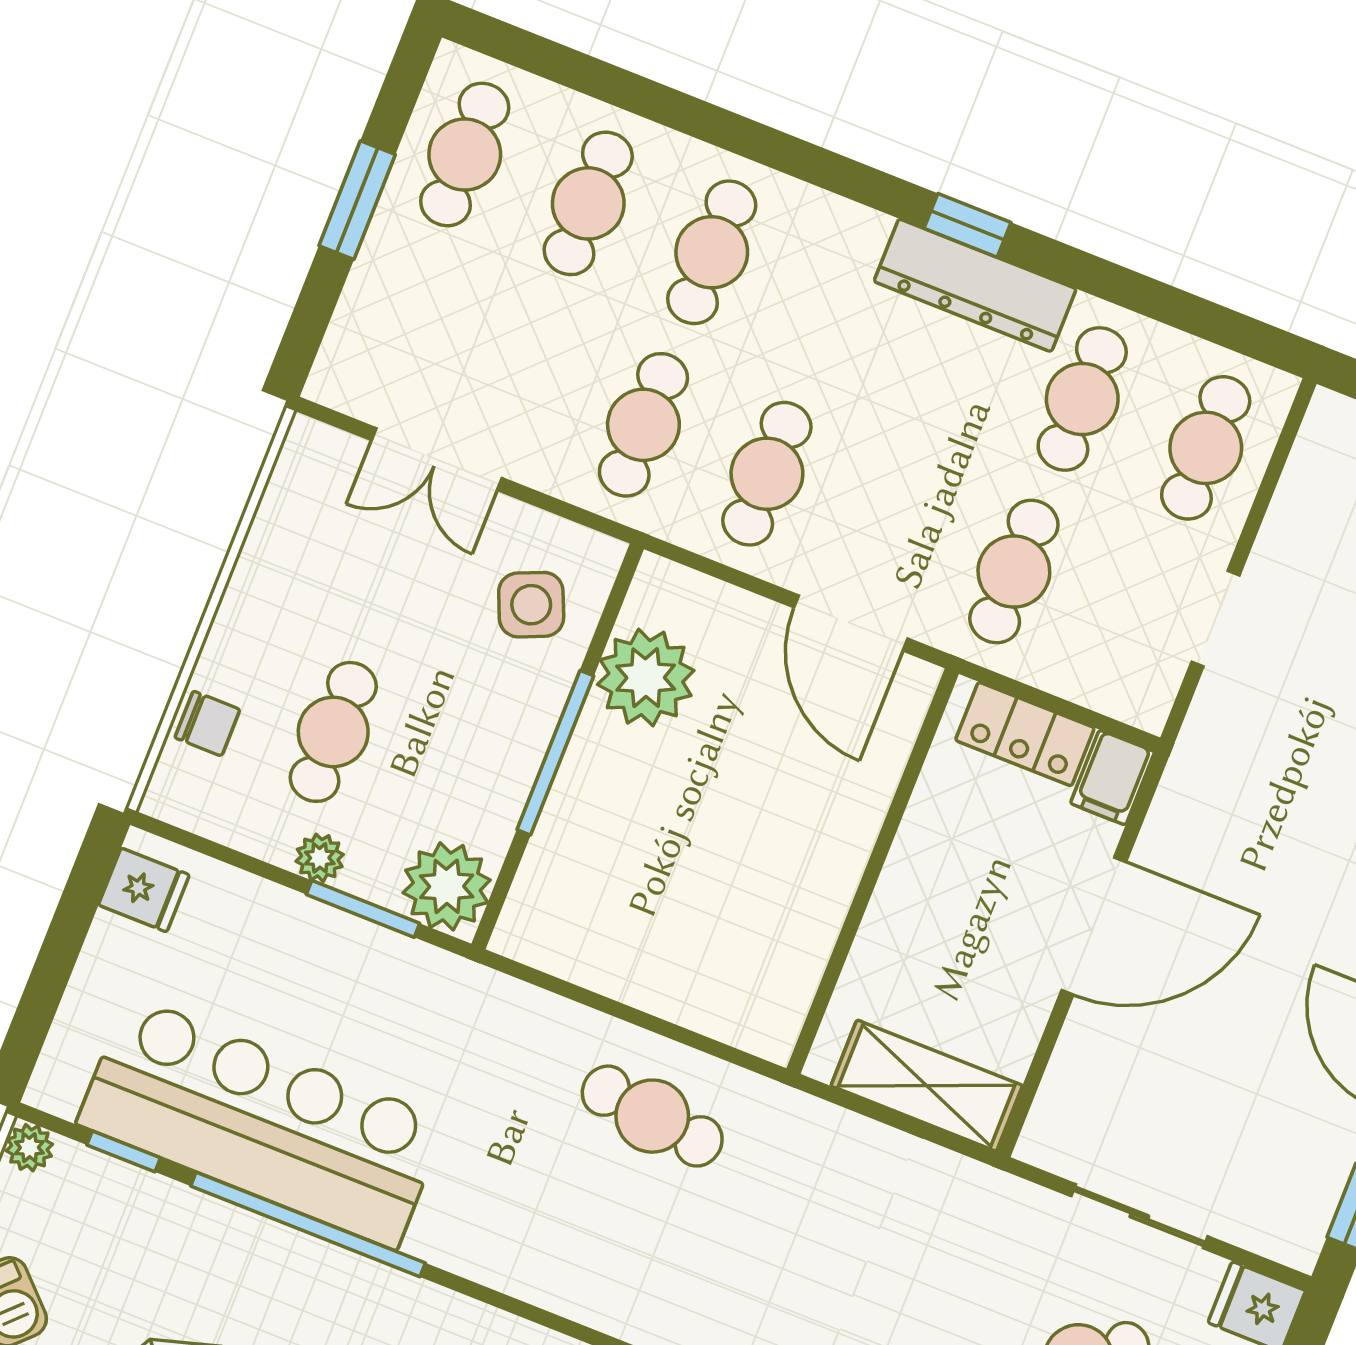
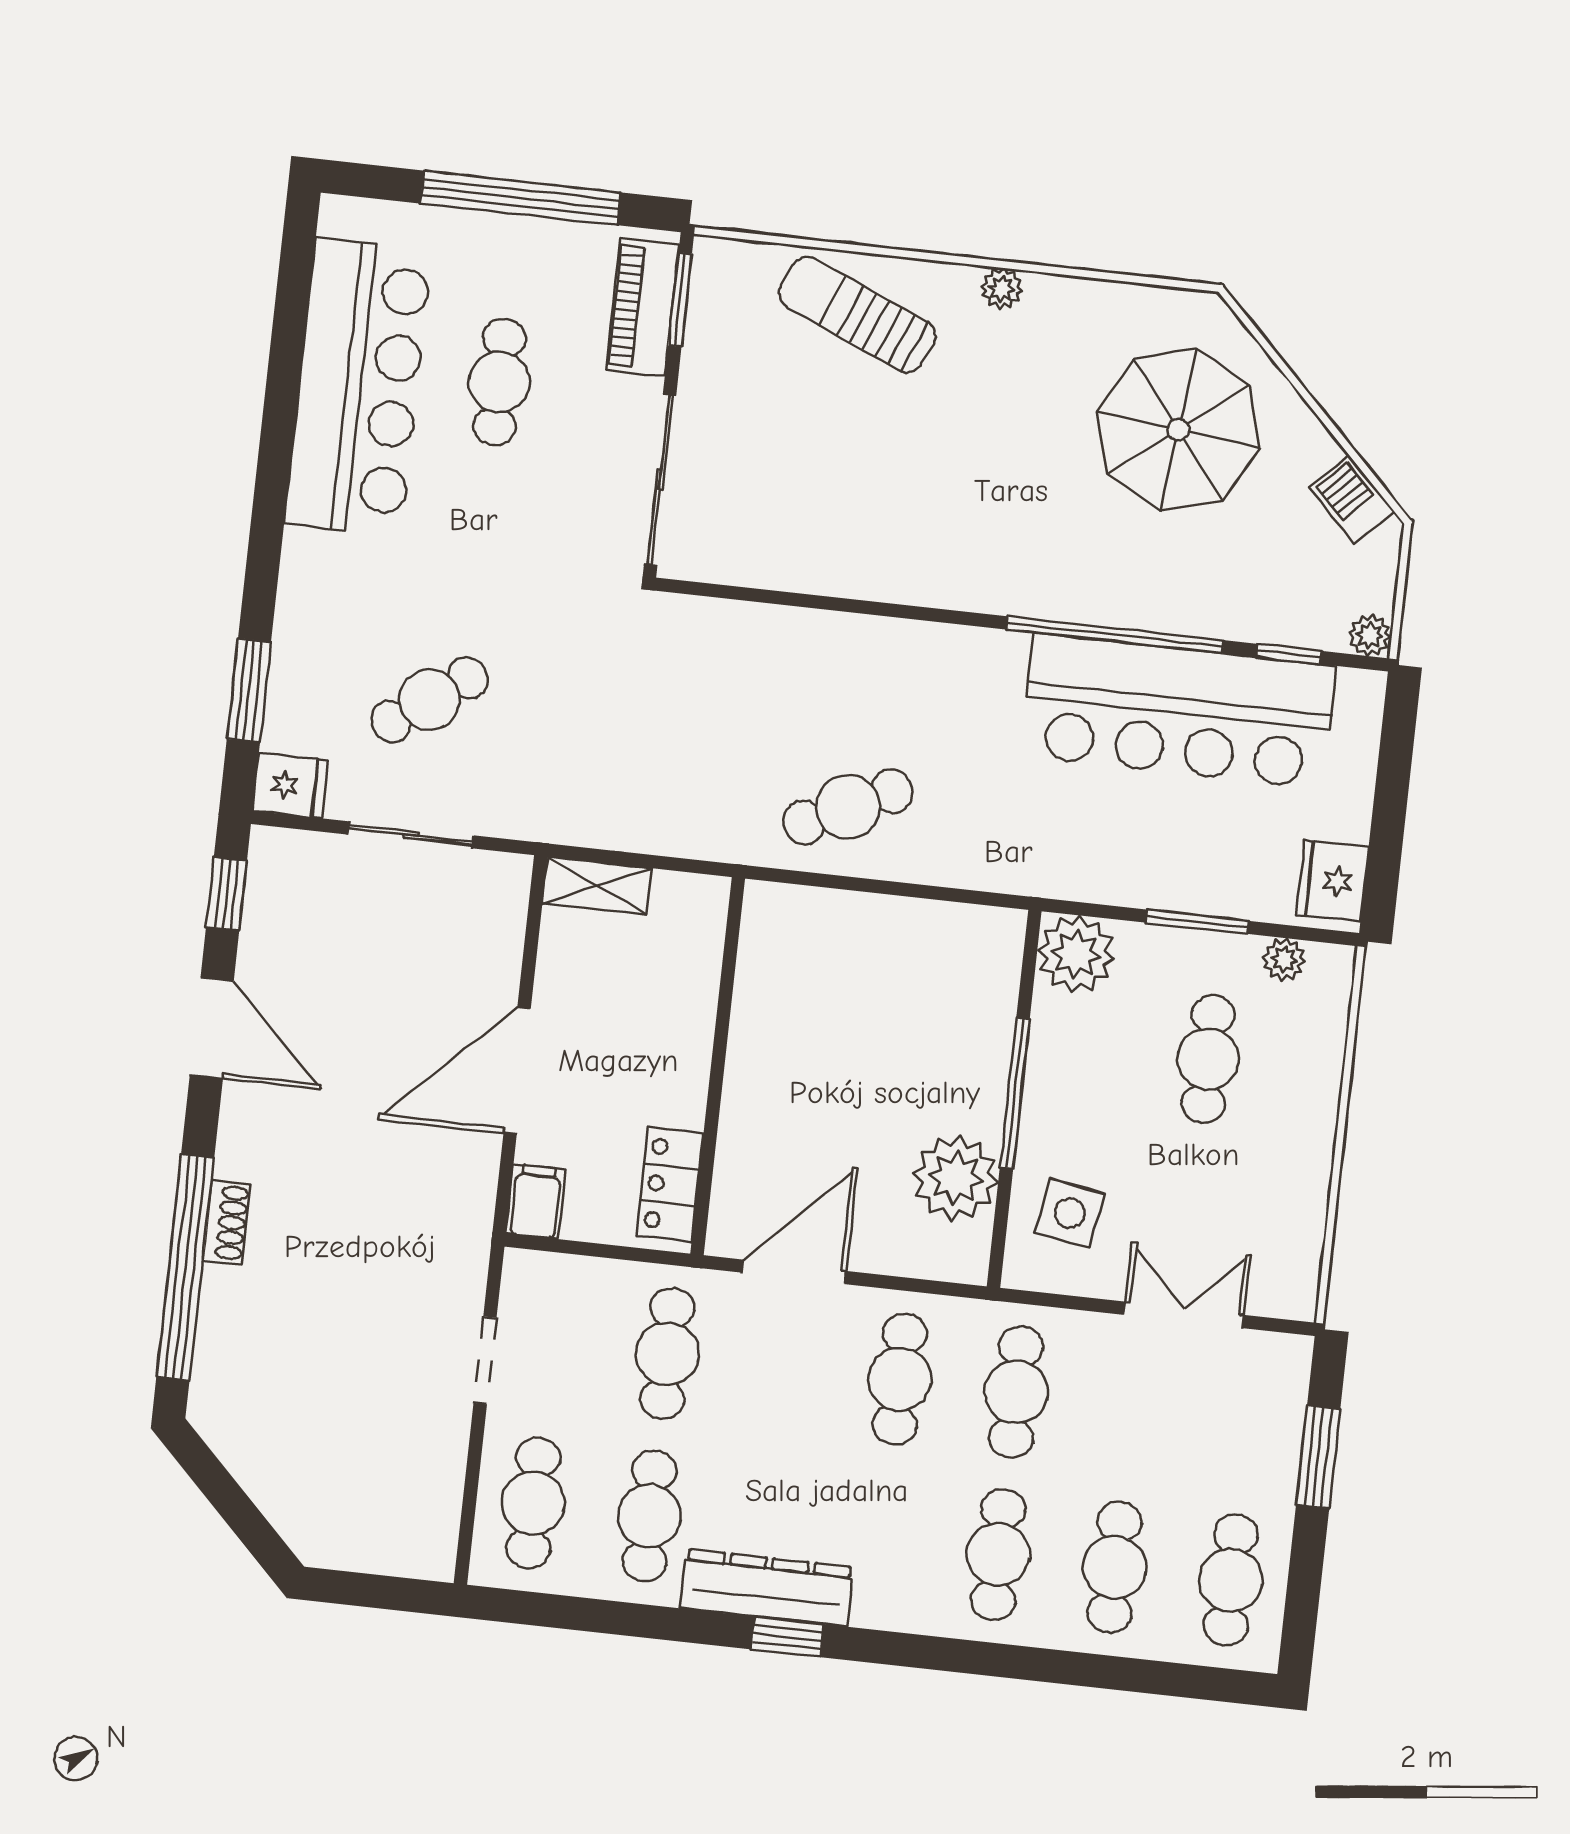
window: (357, 200) -> (1318, 1457), moved
side table: (531, 605) -> (1070, 1213), turned 33
door: (851, 623) -> (794, 1272), hinge flipped
chair: (207, 724) -> (1317, 1037), removed
locker: (1025, 734) -> (670, 1185), moved, turned -90
plant: (320, 858) -> (1284, 959), moved
fridge: (144, 890) -> (1332, 881), width x1.38
window: (363, 909) -> (1197, 922), moved
shelving: (927, 1086) -> (597, 886), width x0.67, depth x0.75
cafe table: (652, 1116) -> (848, 807), turned -33

